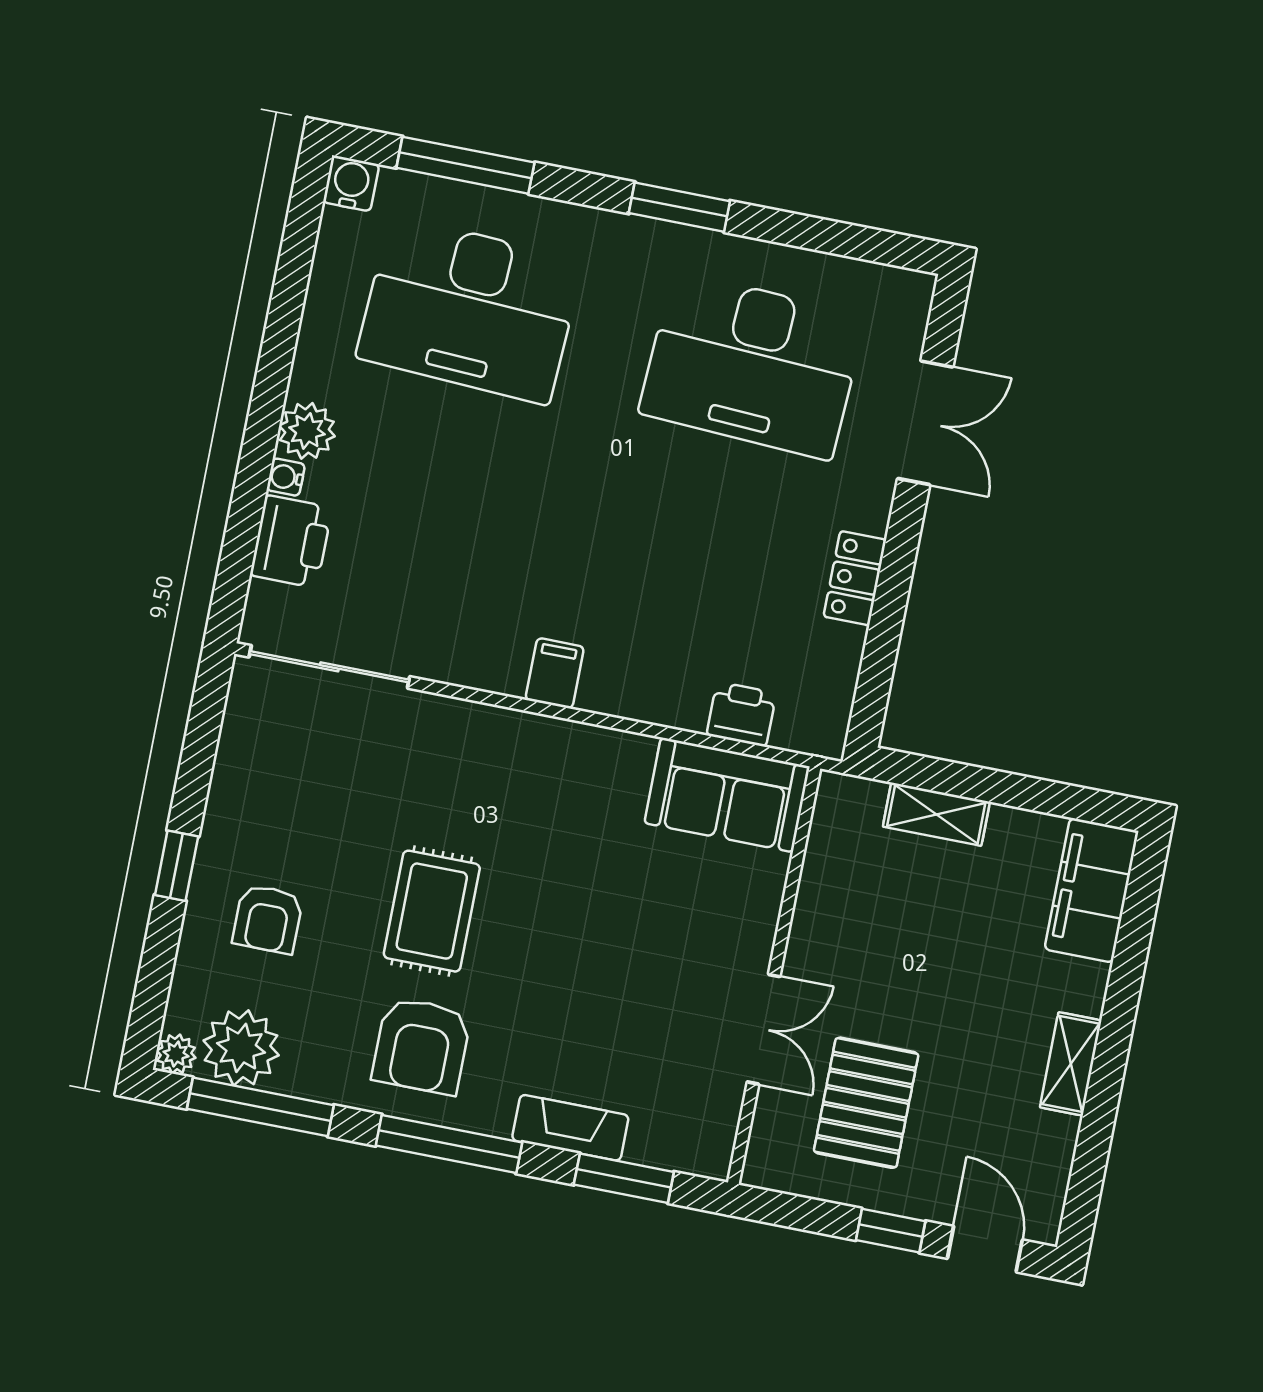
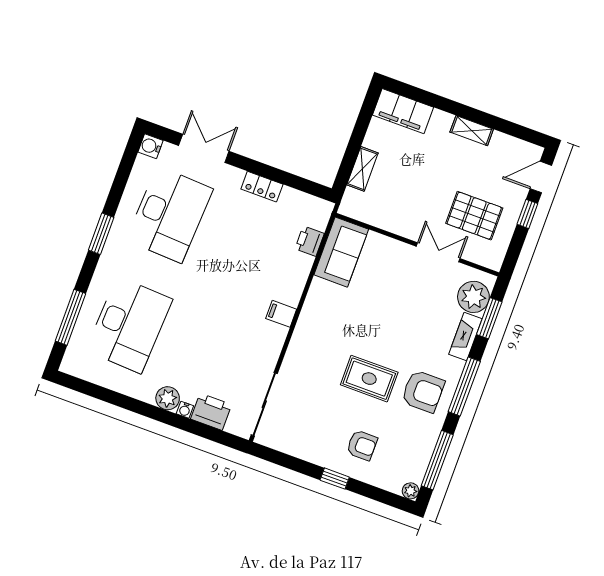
water cooler: (351, 183) -> (150, 146), moved
plant: (241, 1048) -> (473, 297), moved

